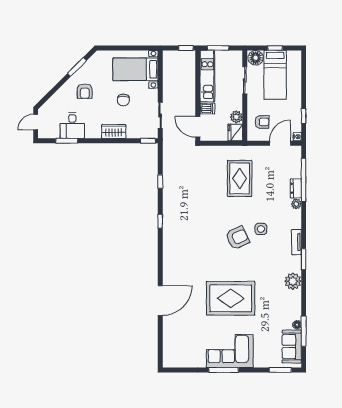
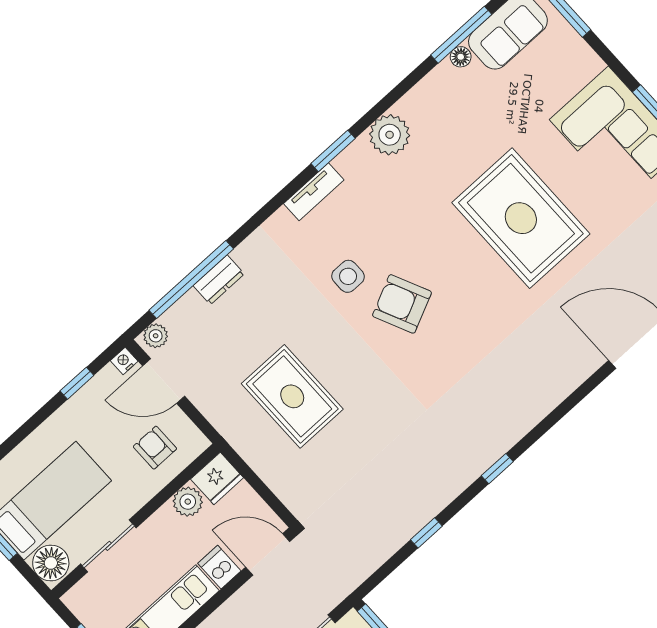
door: (198, 127) -> (268, 554), swing flipped
rug: (240, 178) -> (292, 396), turned 90
plant: (296, 204) -> (156, 336), moved

